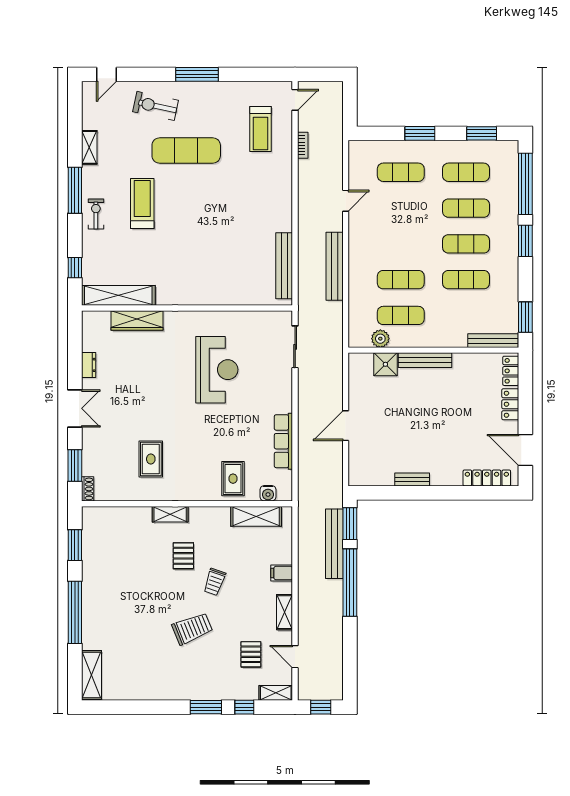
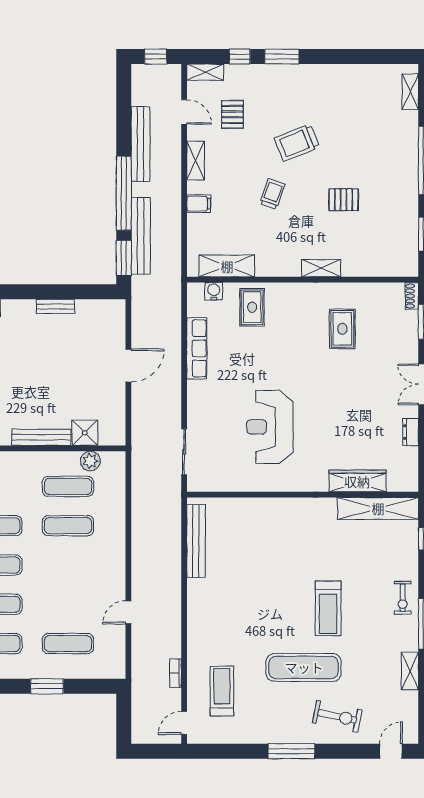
treadmill: (142, 203) -> (328, 608), moved
bench: (335, 266) -> (141, 144), moved
pallet: (183, 556) -> (344, 200), moved, turned 90
shelving: (91, 675) -> (410, 92), width x0.67, depth x0.75

